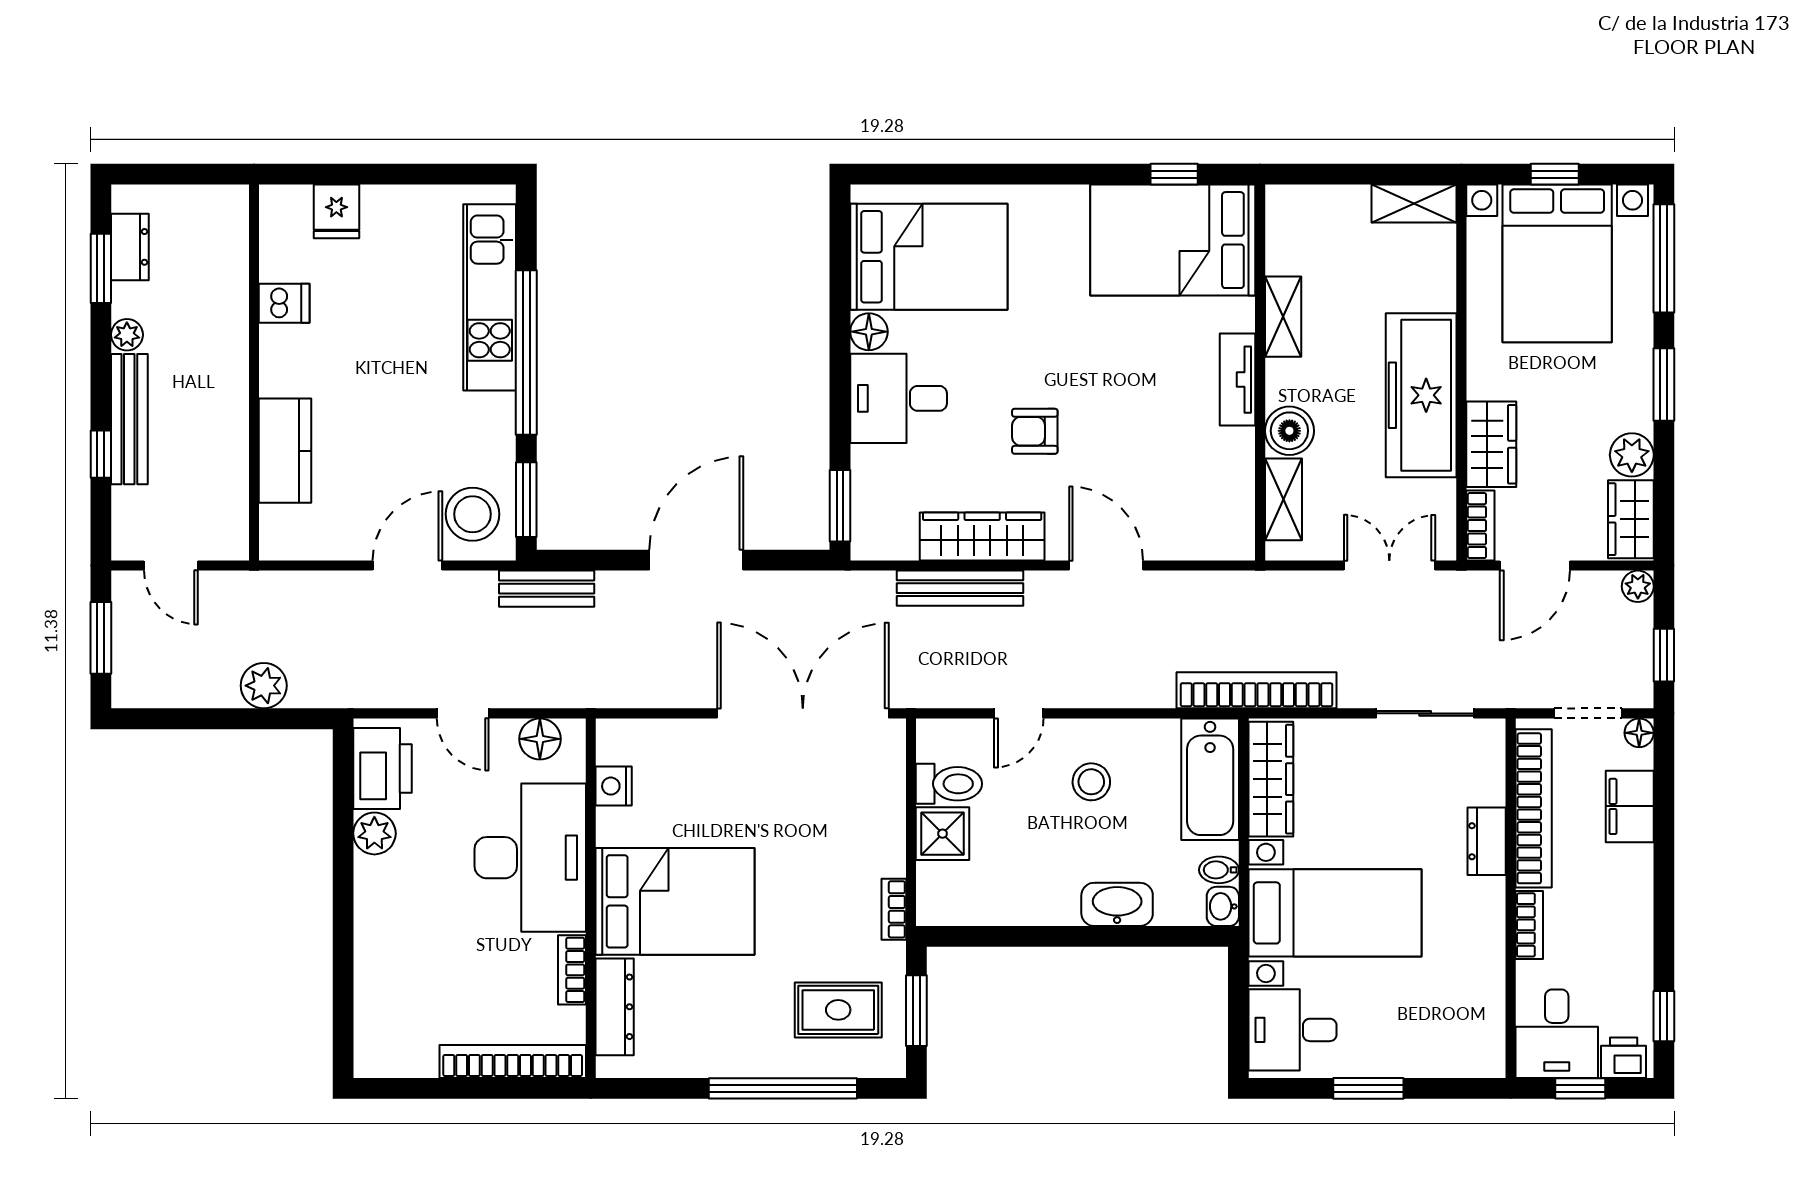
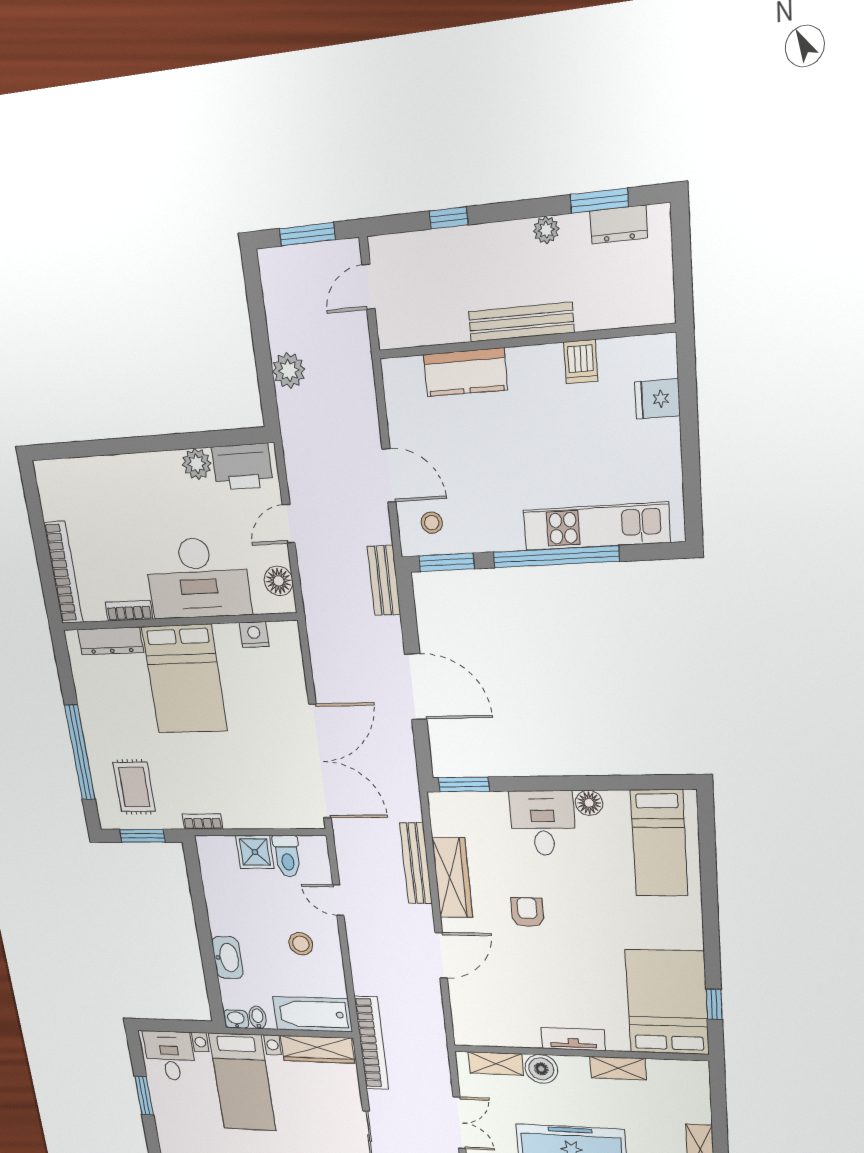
bed: (929, 257) -> (659, 843), width x0.67
bench: (129, 419) -> (521, 322), moved
stool: (472, 514) -> (432, 523), width x0.53, depth x0.53

